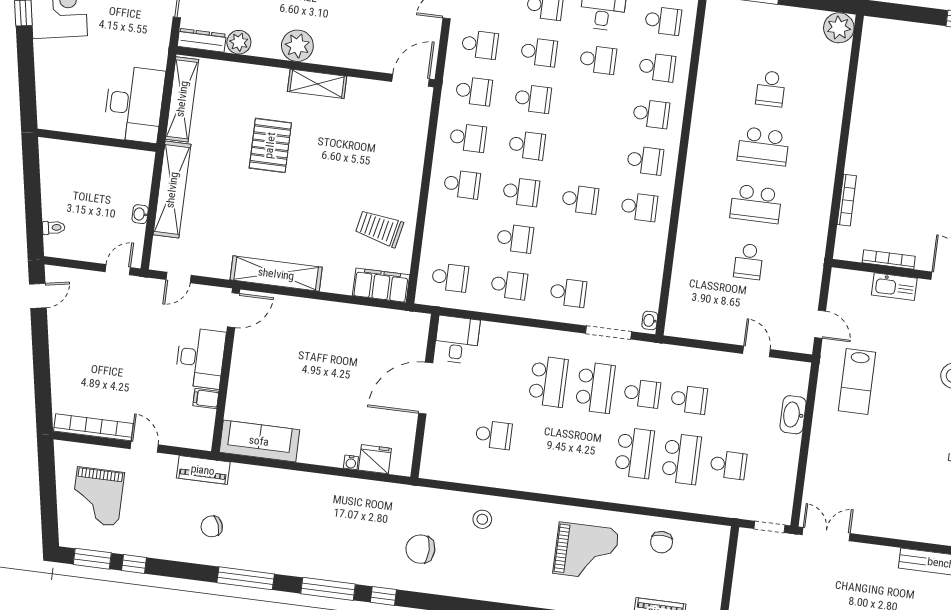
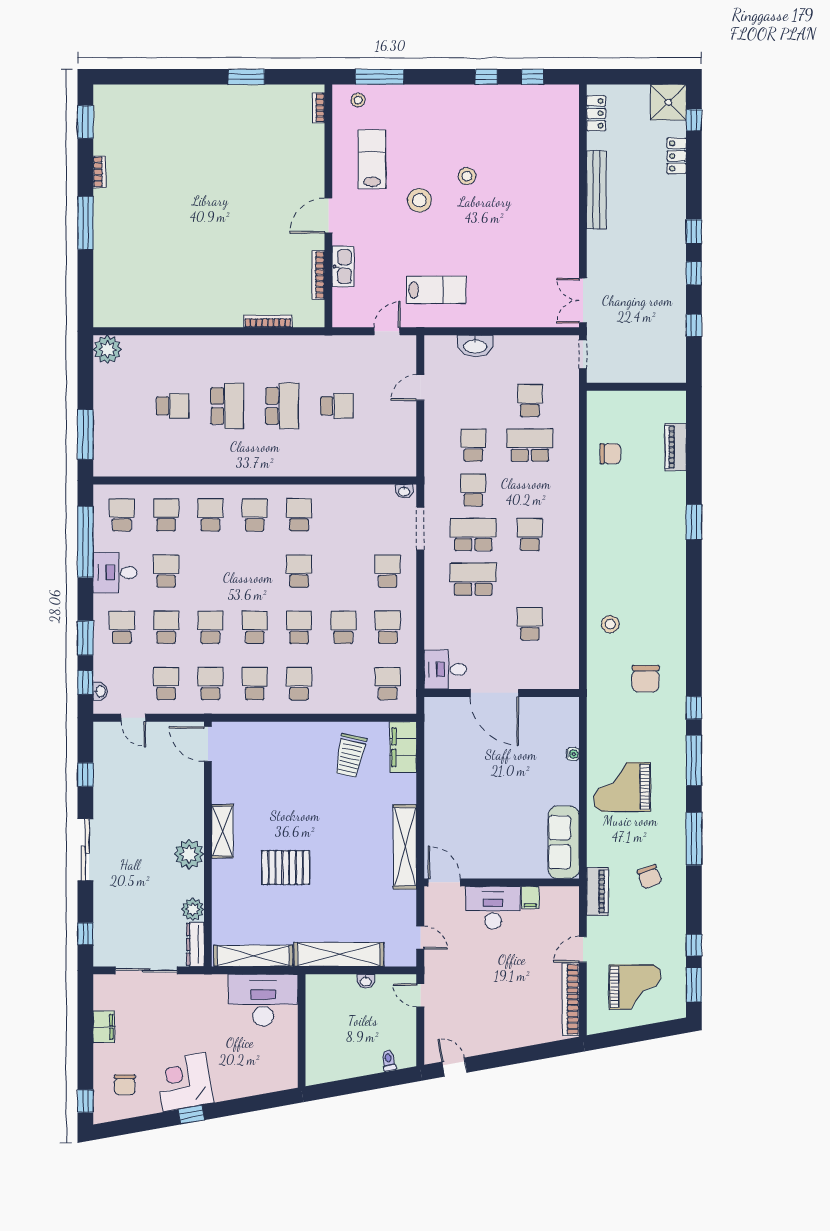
school desk: (634, 453) -> (530, 534), moved, width x0.54
fridge: (375, 459) -> (567, 732), removed
grand piano: (586, 551) -> (622, 787), moved, turned -90

